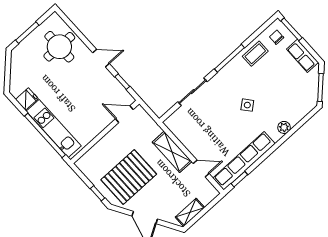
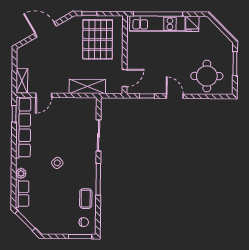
row of seats: (302, 56) -> (22, 194), moved, turned 90
door: (101, 58) -> (175, 96), swing flipped
shelving: (172, 152) -> (87, 86), moved
pallet: (129, 177) -> (98, 39), moved
shelving: (190, 212) -> (22, 81), moved

